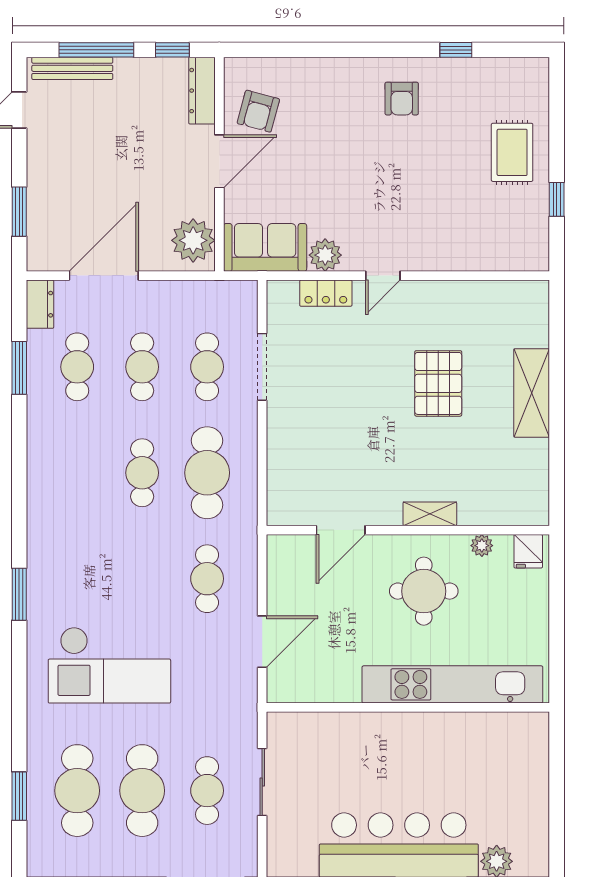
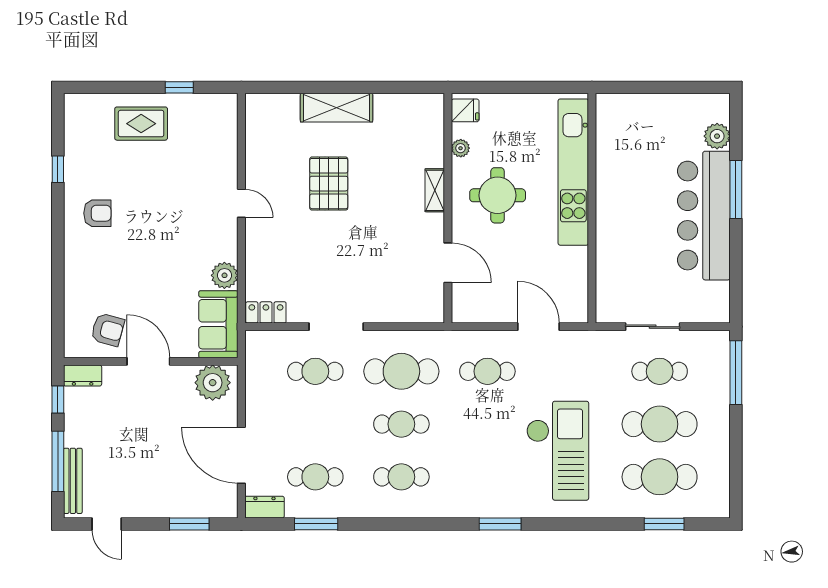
dresser: (202, 91) -> (83, 376), width x0.70
door: (383, 276) -> (241, 203), moved
locker: (326, 293) -> (266, 312), moved, turned -90
cafe table: (142, 367) -> (401, 477), moved
doorway: (262, 367) -> (336, 327), moved
pallet: (438, 383) -> (329, 184), turned 90

